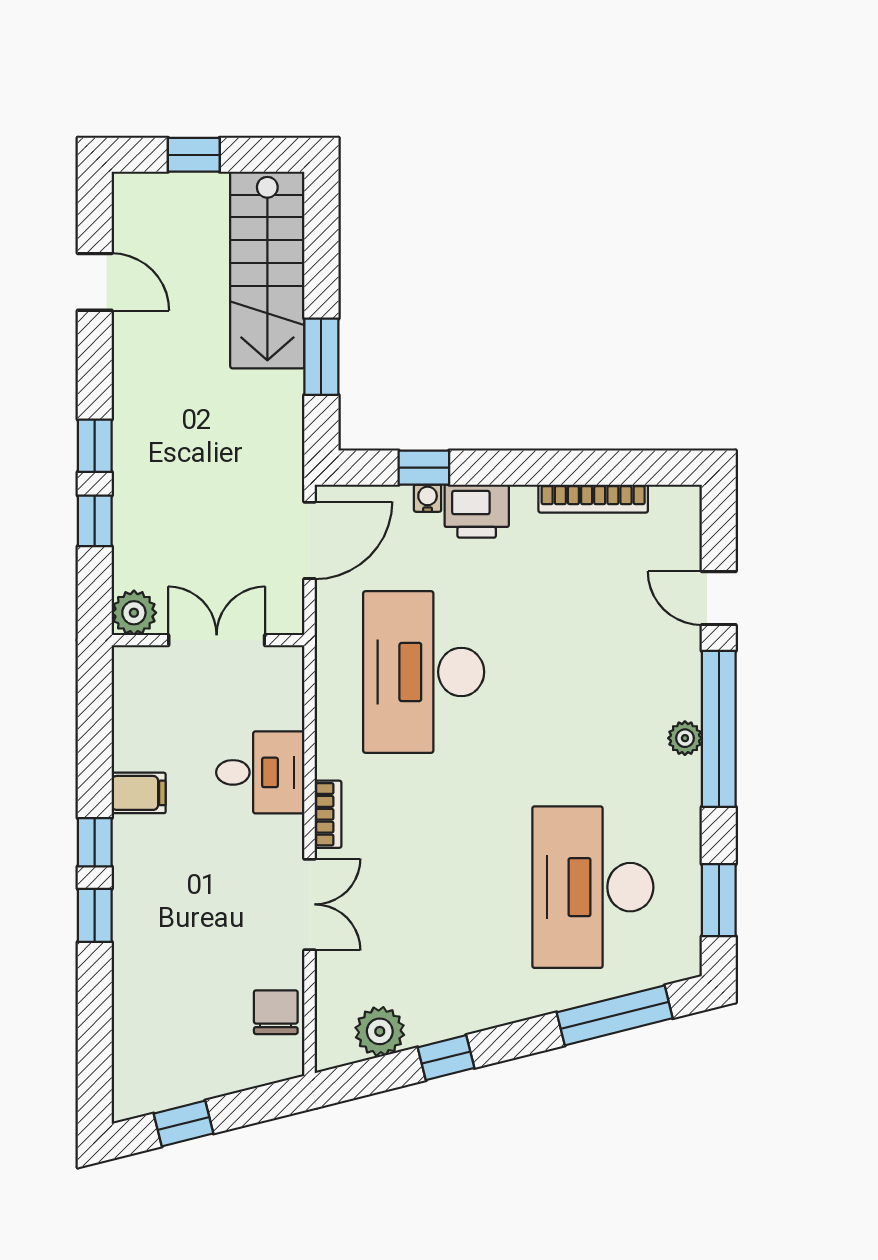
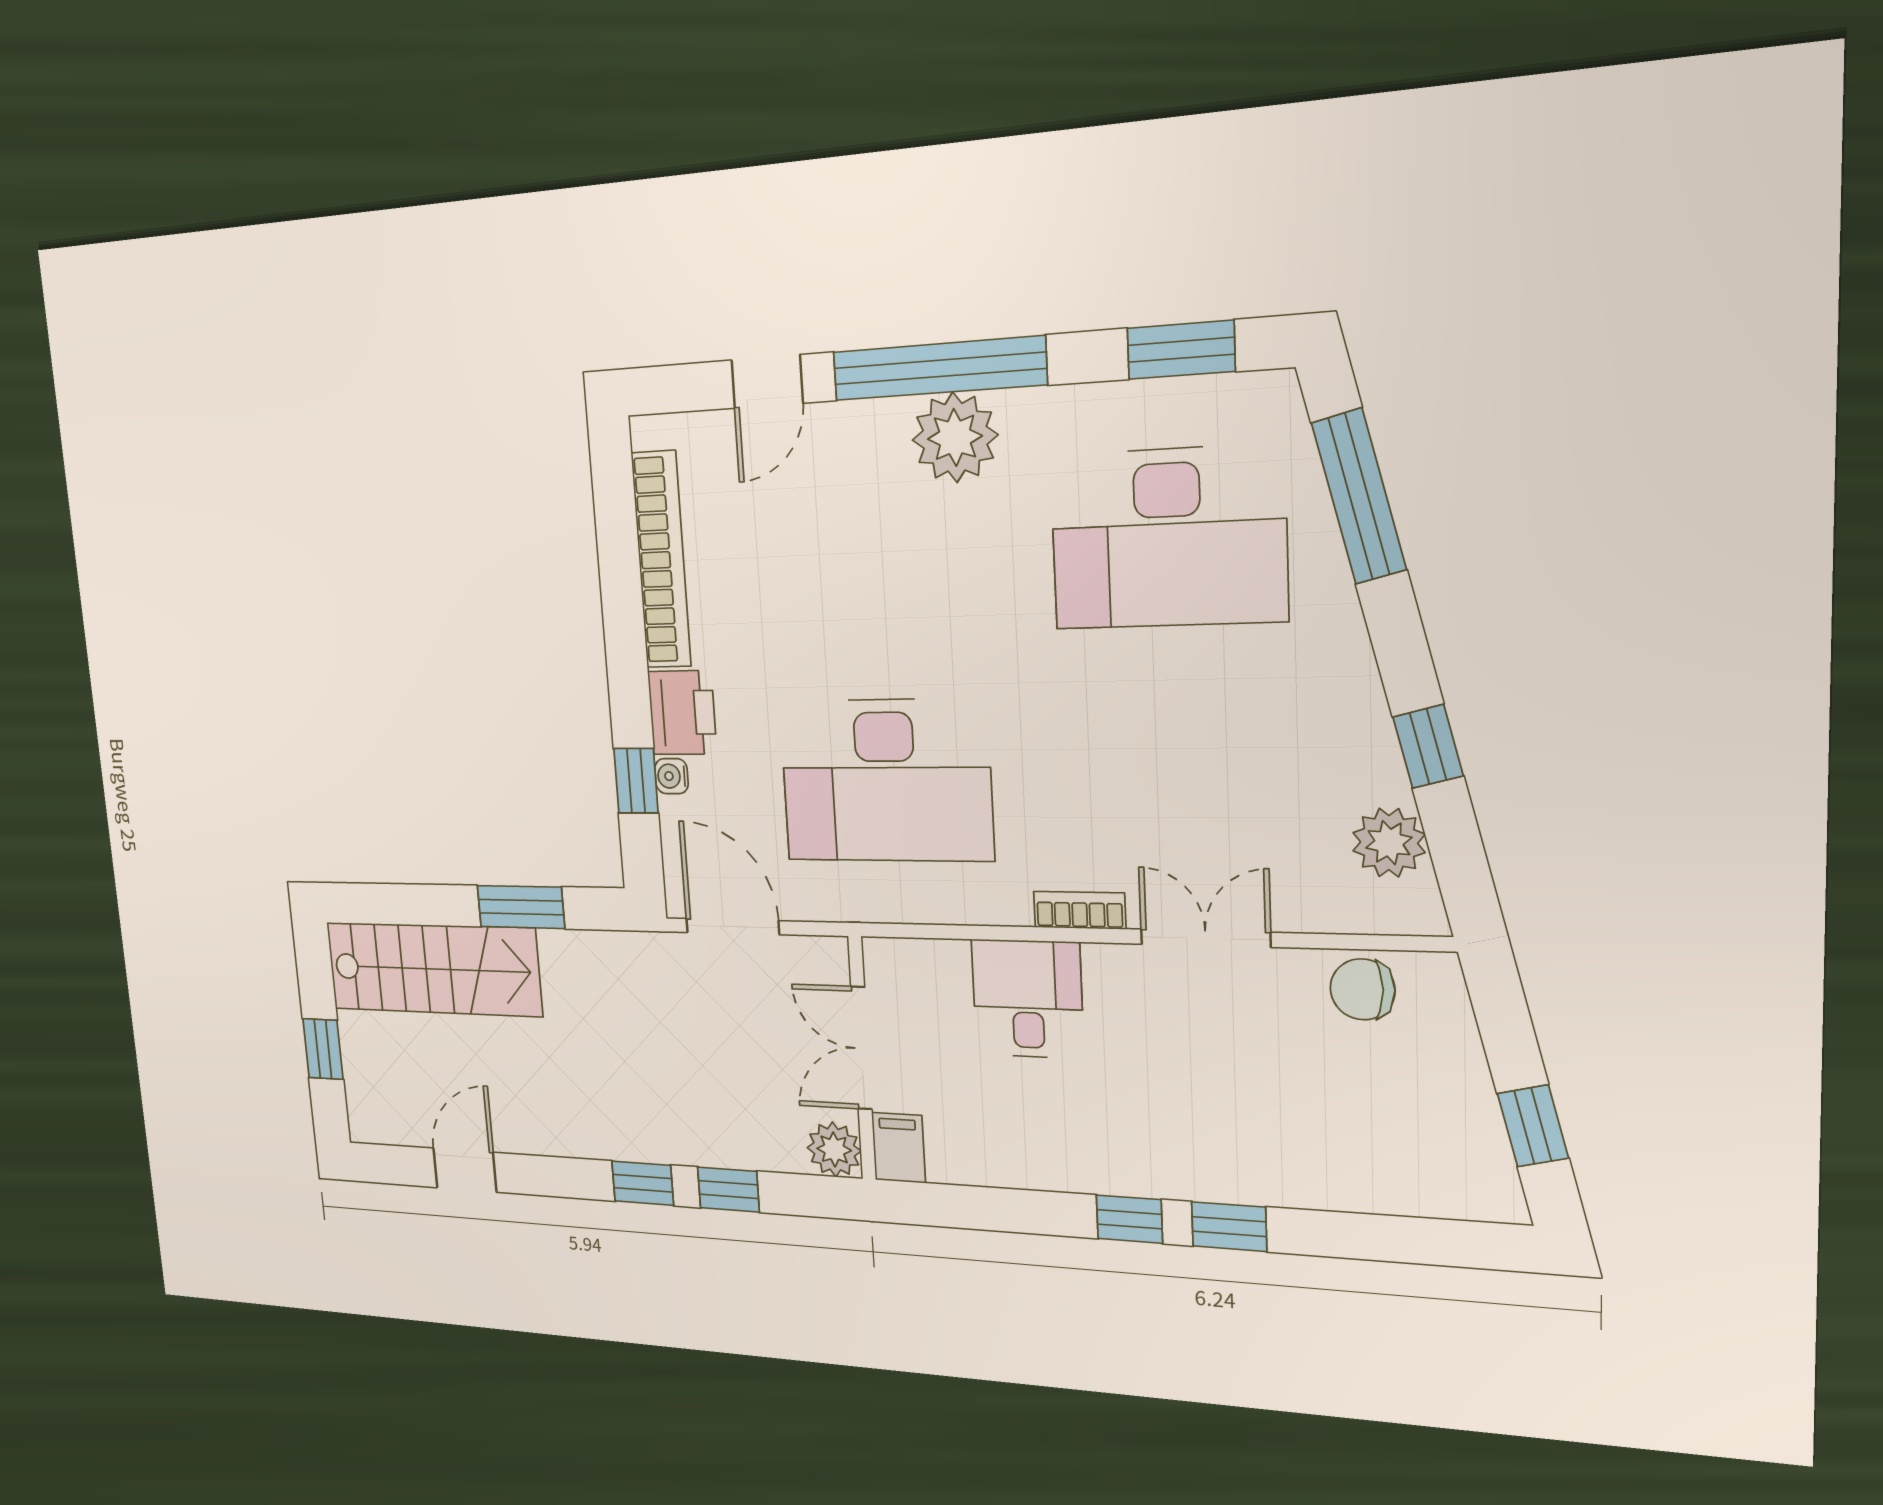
bookcase: (593, 499) -> (661, 560), width x1.48, depth x1.31
plant: (685, 738) -> (955, 437), width x1.87, depth x1.87
filing cabinet: (139, 793) -> (898, 1148), moved

